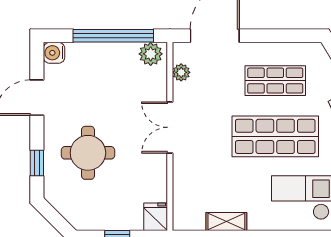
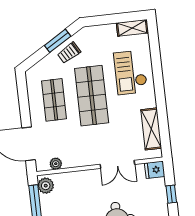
double door: (170, 127) -> (117, 164), moved
shelving: (226, 222) -> (151, 129), width x1.50, depth x1.33

